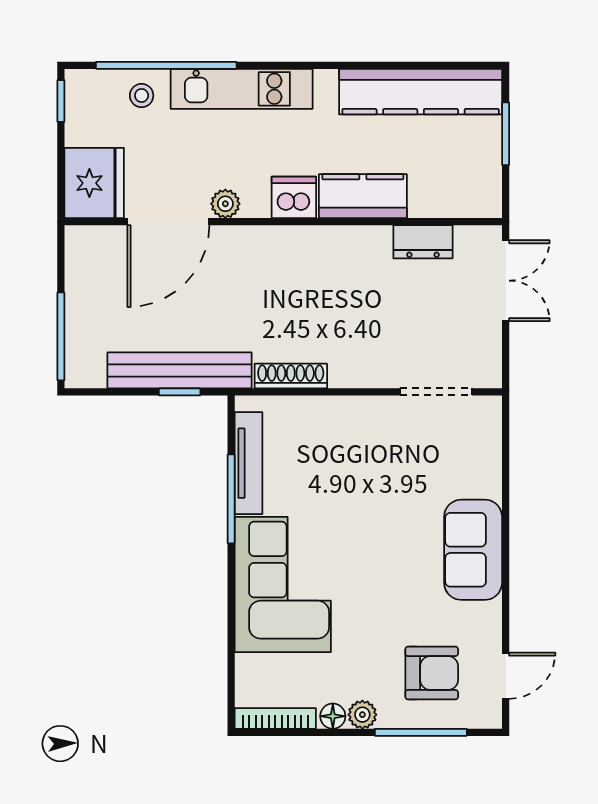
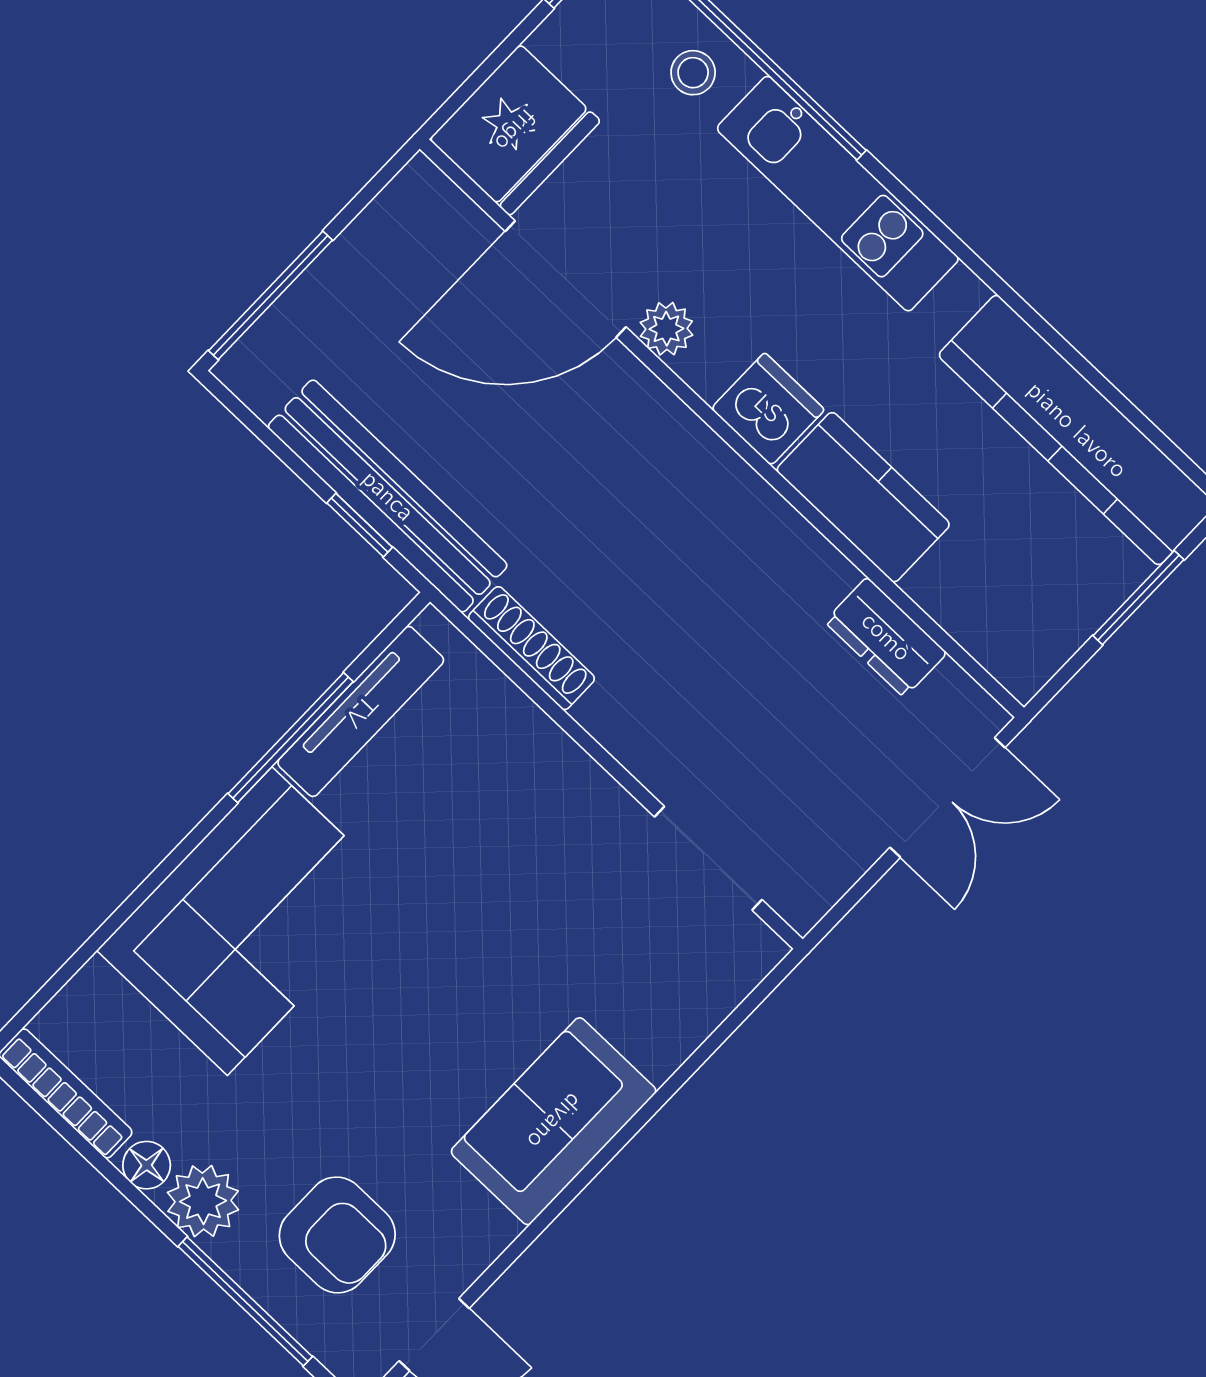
plant: (362, 715) -> (203, 1201), width x1.38, depth x1.38

